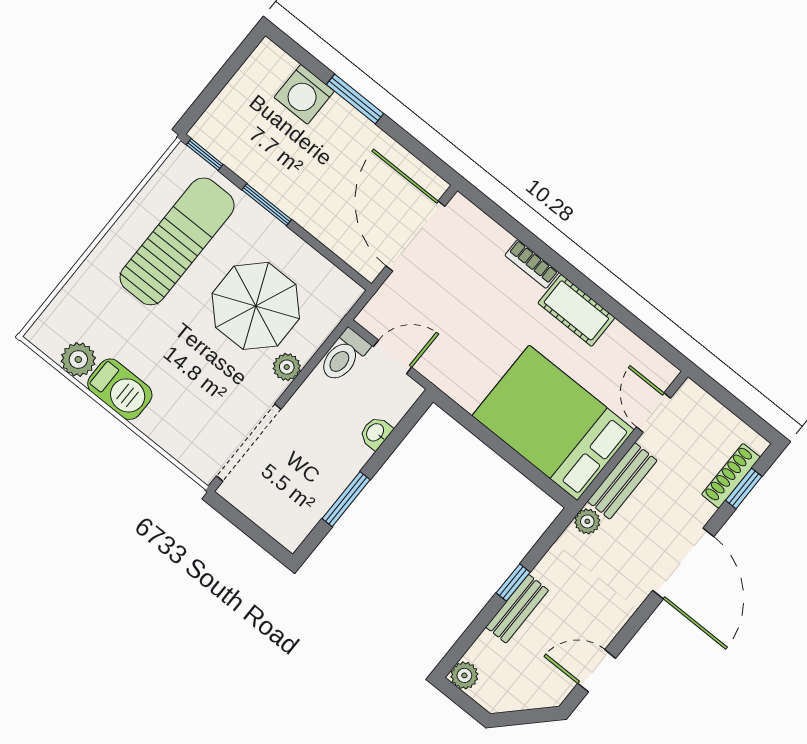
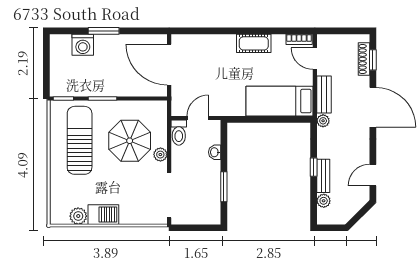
bookcase: (532, 264) -> (299, 39), moved
bed: (553, 423) -> (280, 101), width x0.67
plant: (464, 675) -> (324, 201), moved

